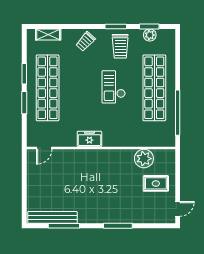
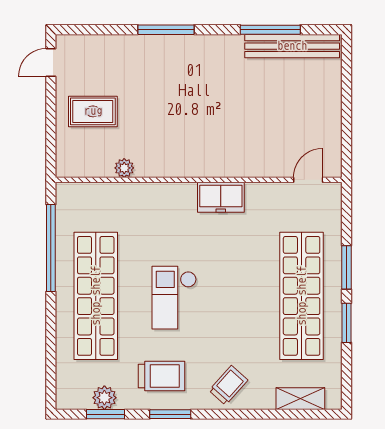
trolley: (120, 46) -> (161, 376), turned 90
checkout: (114, 87) -> (174, 298), turned 180
plant: (144, 159) -> (124, 168), width x0.53, depth x0.53

